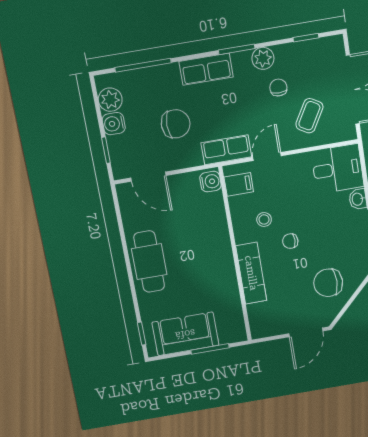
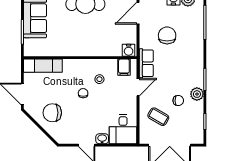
row of seats: (206, 69) -> (196, 59), removed
chair: (176, 124) -> (167, 35), turned 180
door: (267, 156) -> (138, 87), hinge flipped
exam couch: (251, 273) -> (43, 66), moved
chair: (328, 283) -> (52, 113), turned -90

